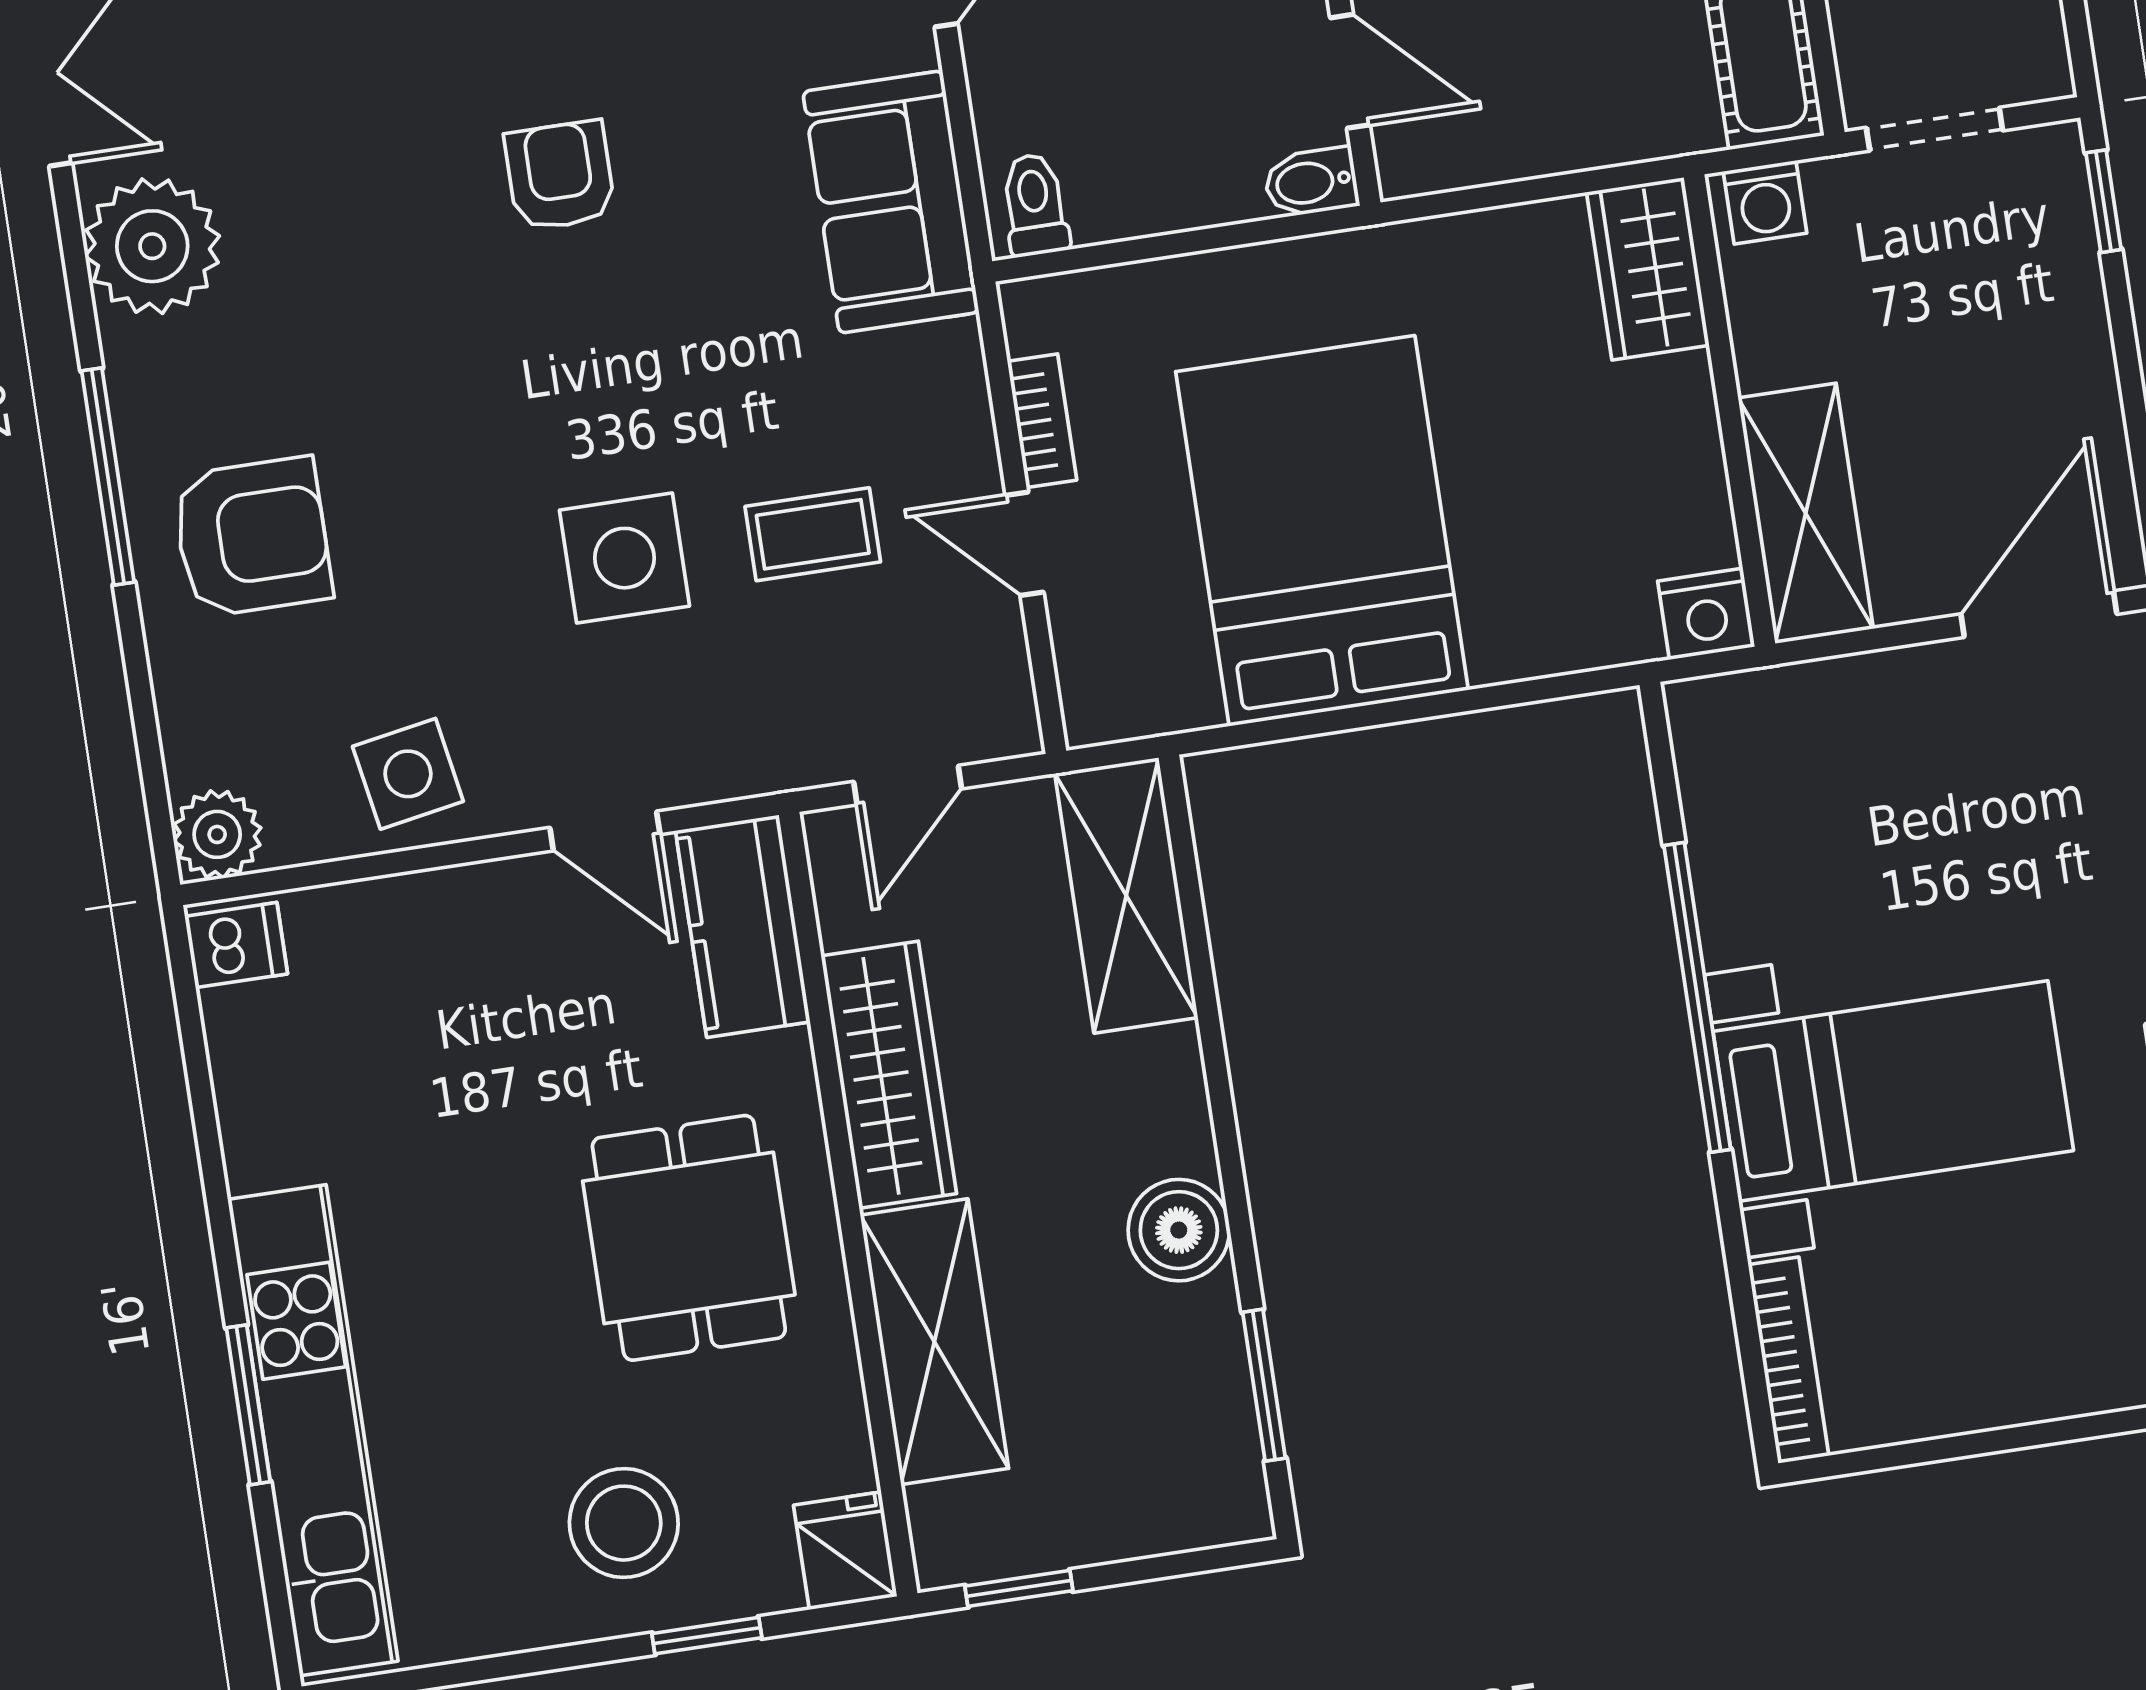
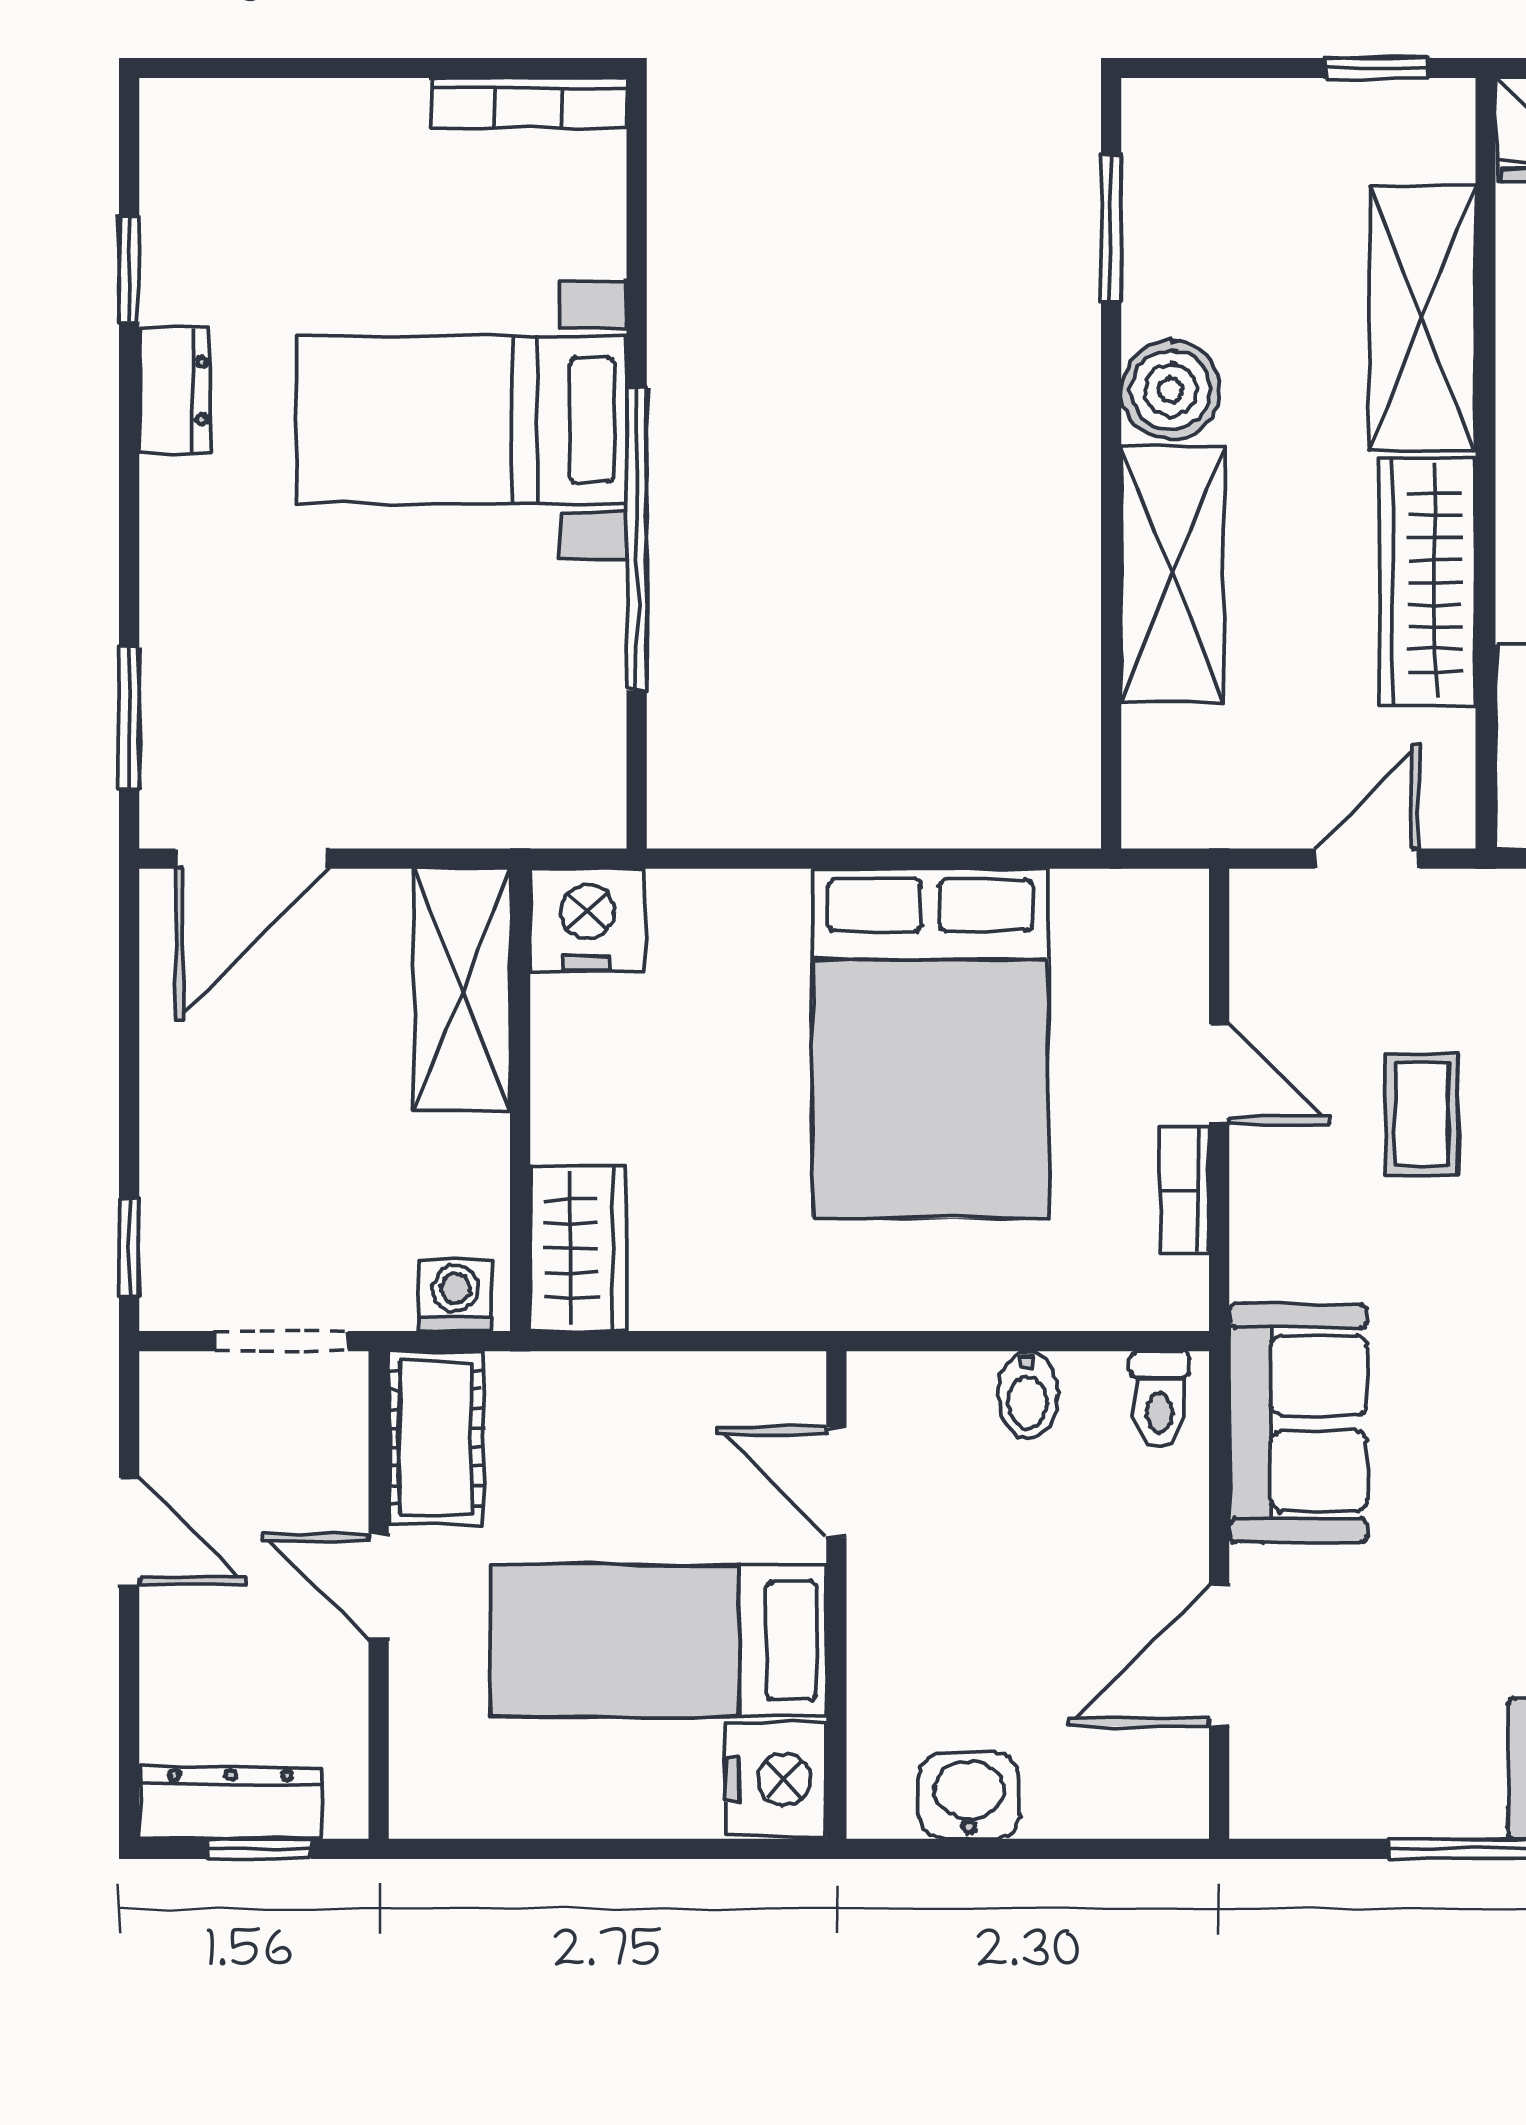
bidet: (1311, 182) -> (1028, 1395), moved, turned 90
coffee table: (813, 534) -> (1422, 1114), turned 90
nightstand: (1706, 614) -> (587, 920), width x1.36, depth x1.33
shelving: (1126, 895) -> (1172, 574), moved
bookcase: (1789, 1360) -> (529, 103), moved, turned -90

